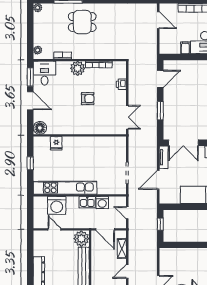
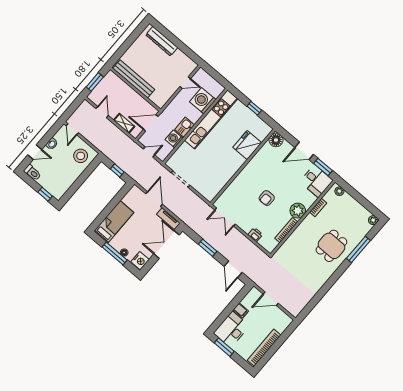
door: (158, 20) -> (271, 299), moved
fridge: (56, 143) -> (247, 145), width x1.88, depth x1.34
plant: (81, 239) -> (160, 98), removed
stool: (172, 260) -> (81, 156), added

